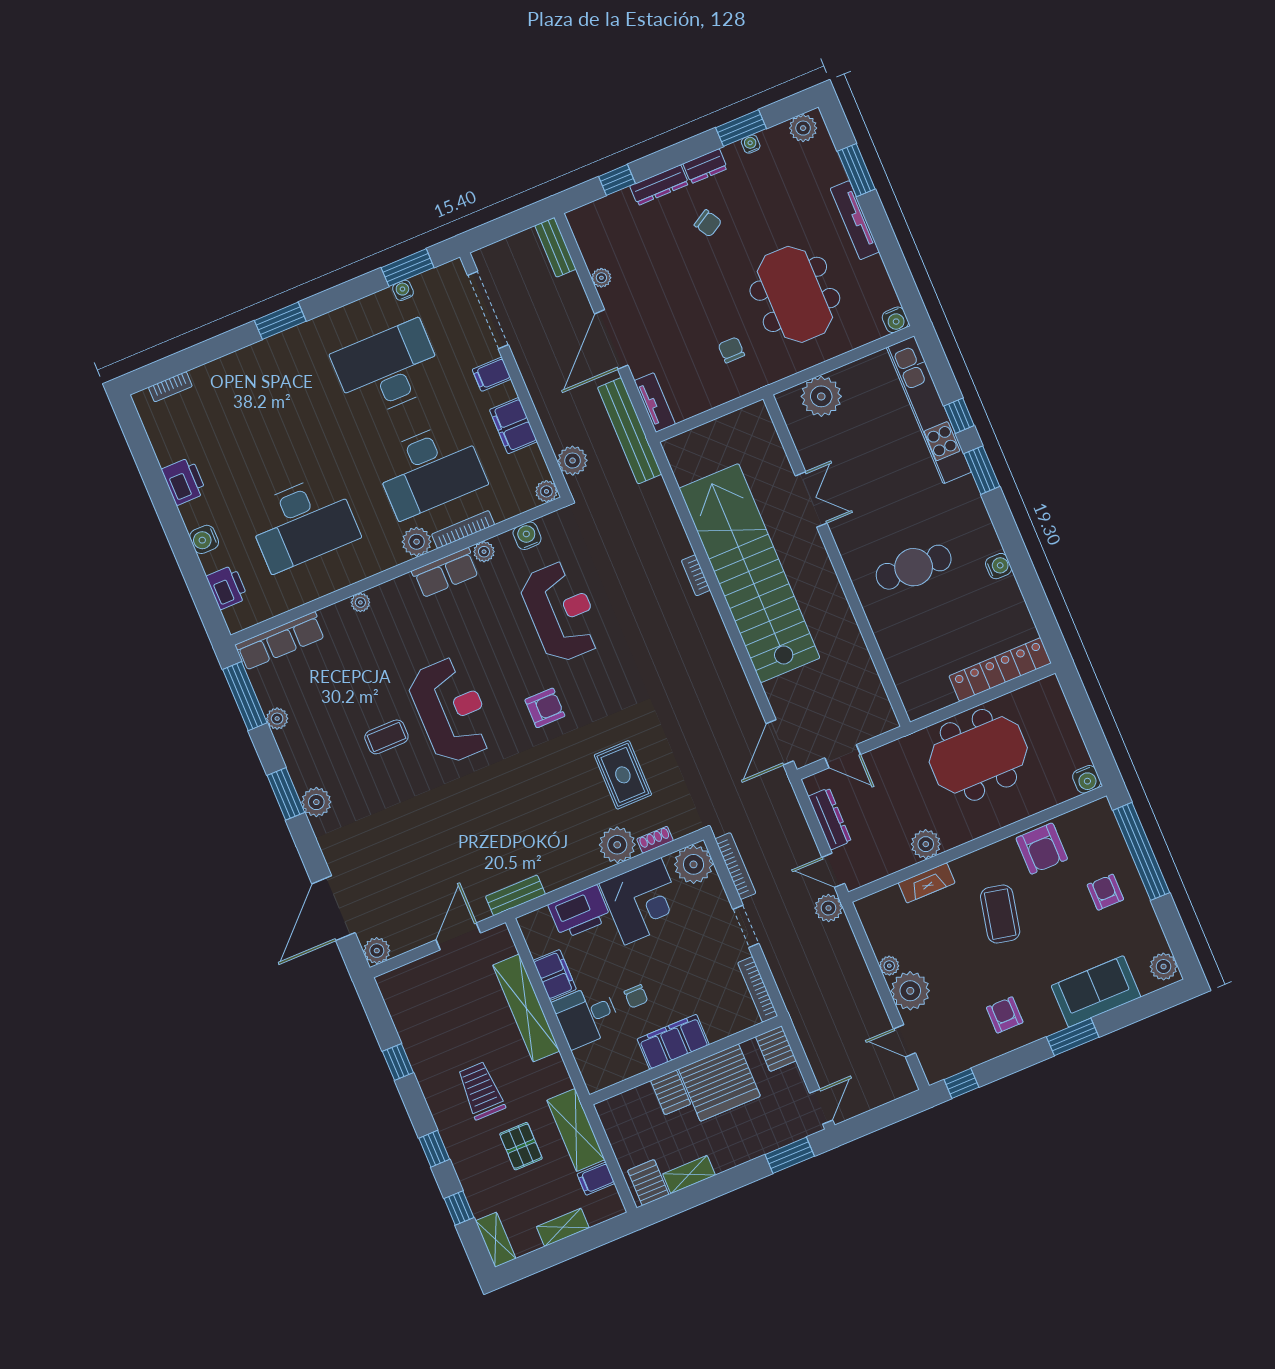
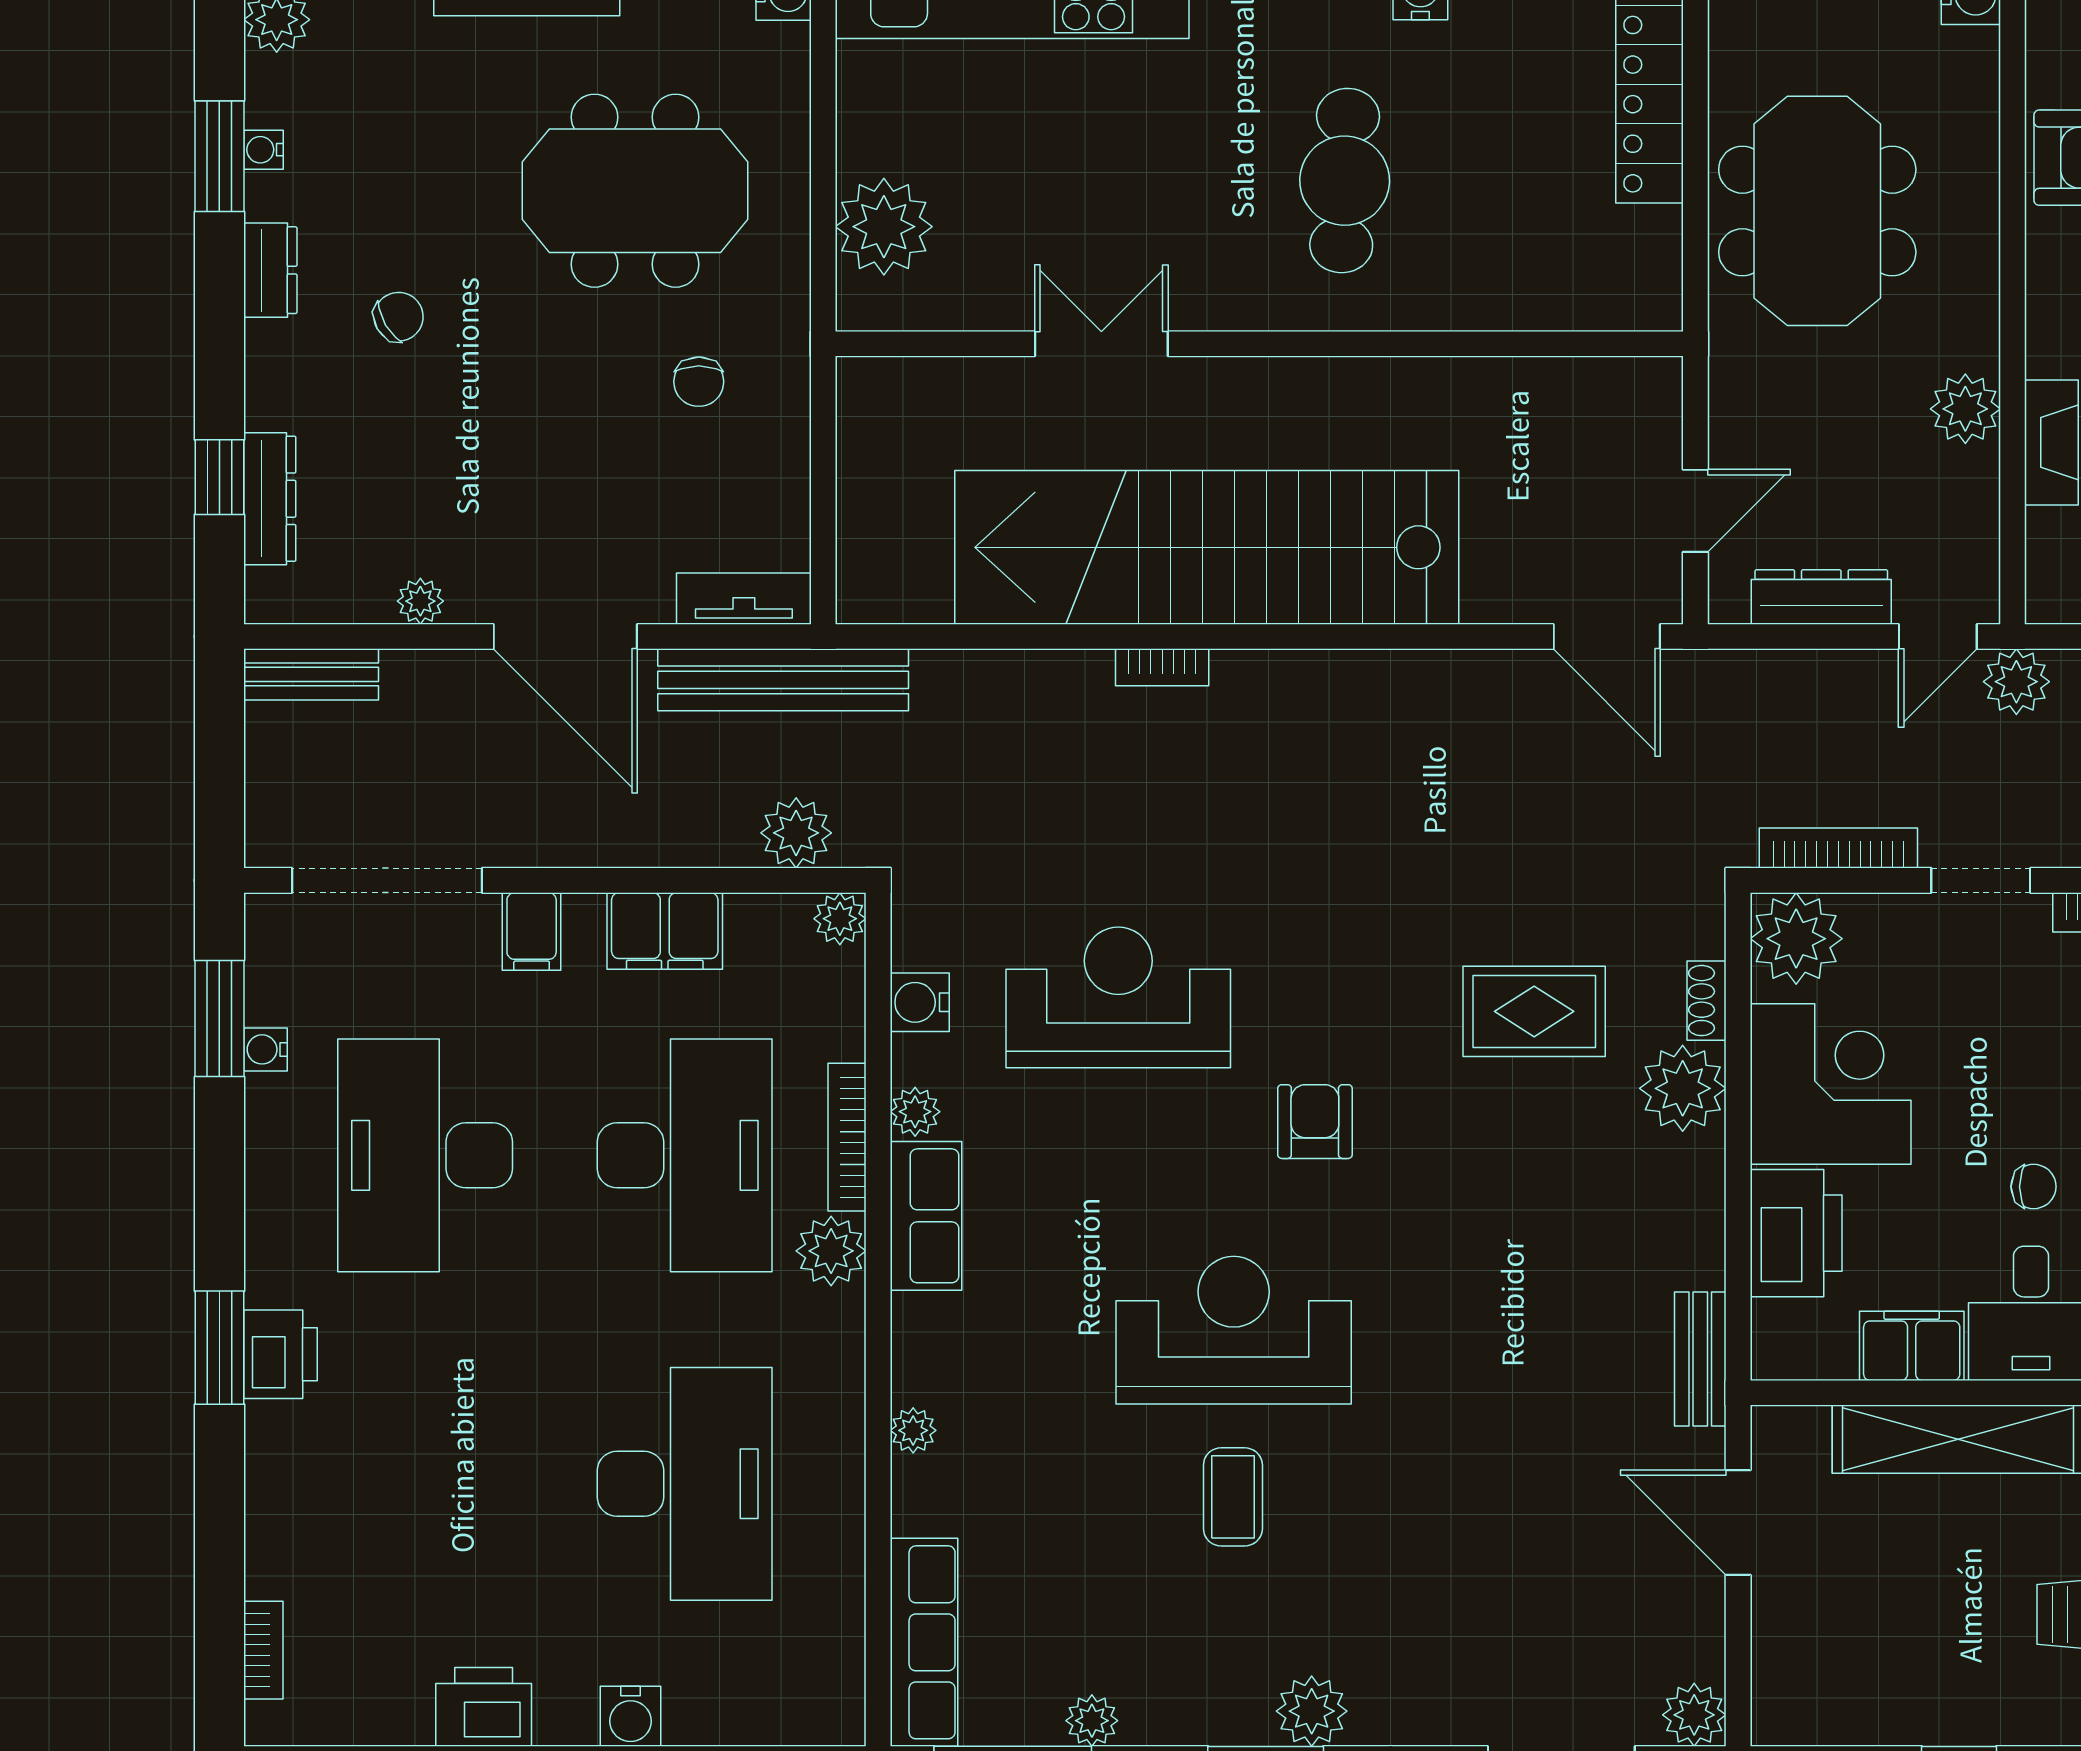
dresser: (659, 185) -> (270, 499), moved
chair: (731, 350) -> (699, 382), turned -90
printer: (227, 587) -> (281, 1354), moved, turned 90

